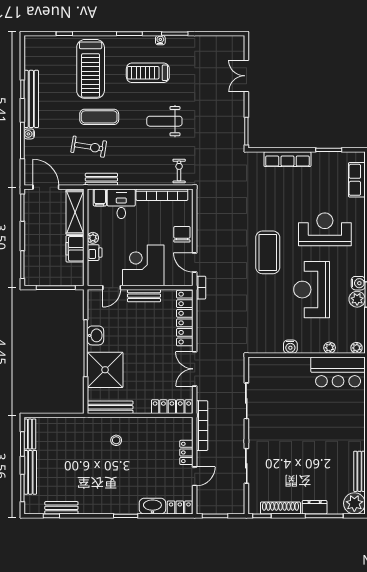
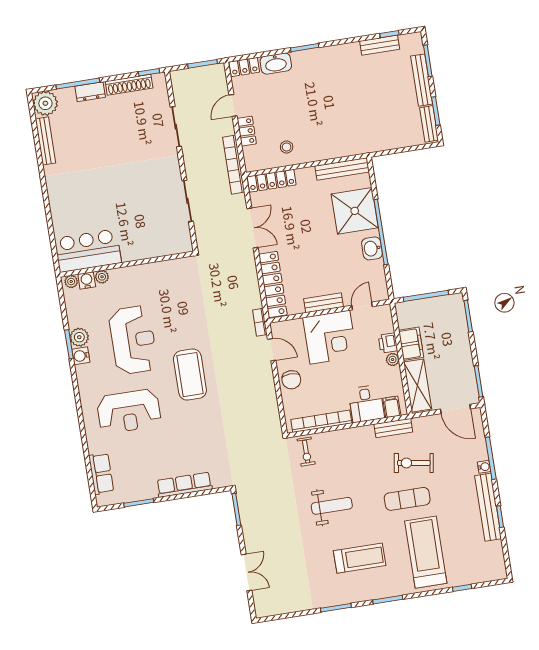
water cooler: (160, 40) -> (351, 598), removed
water cooler: (290, 347) -> (87, 280), moved
stool: (116, 440) -> (287, 147), moved

